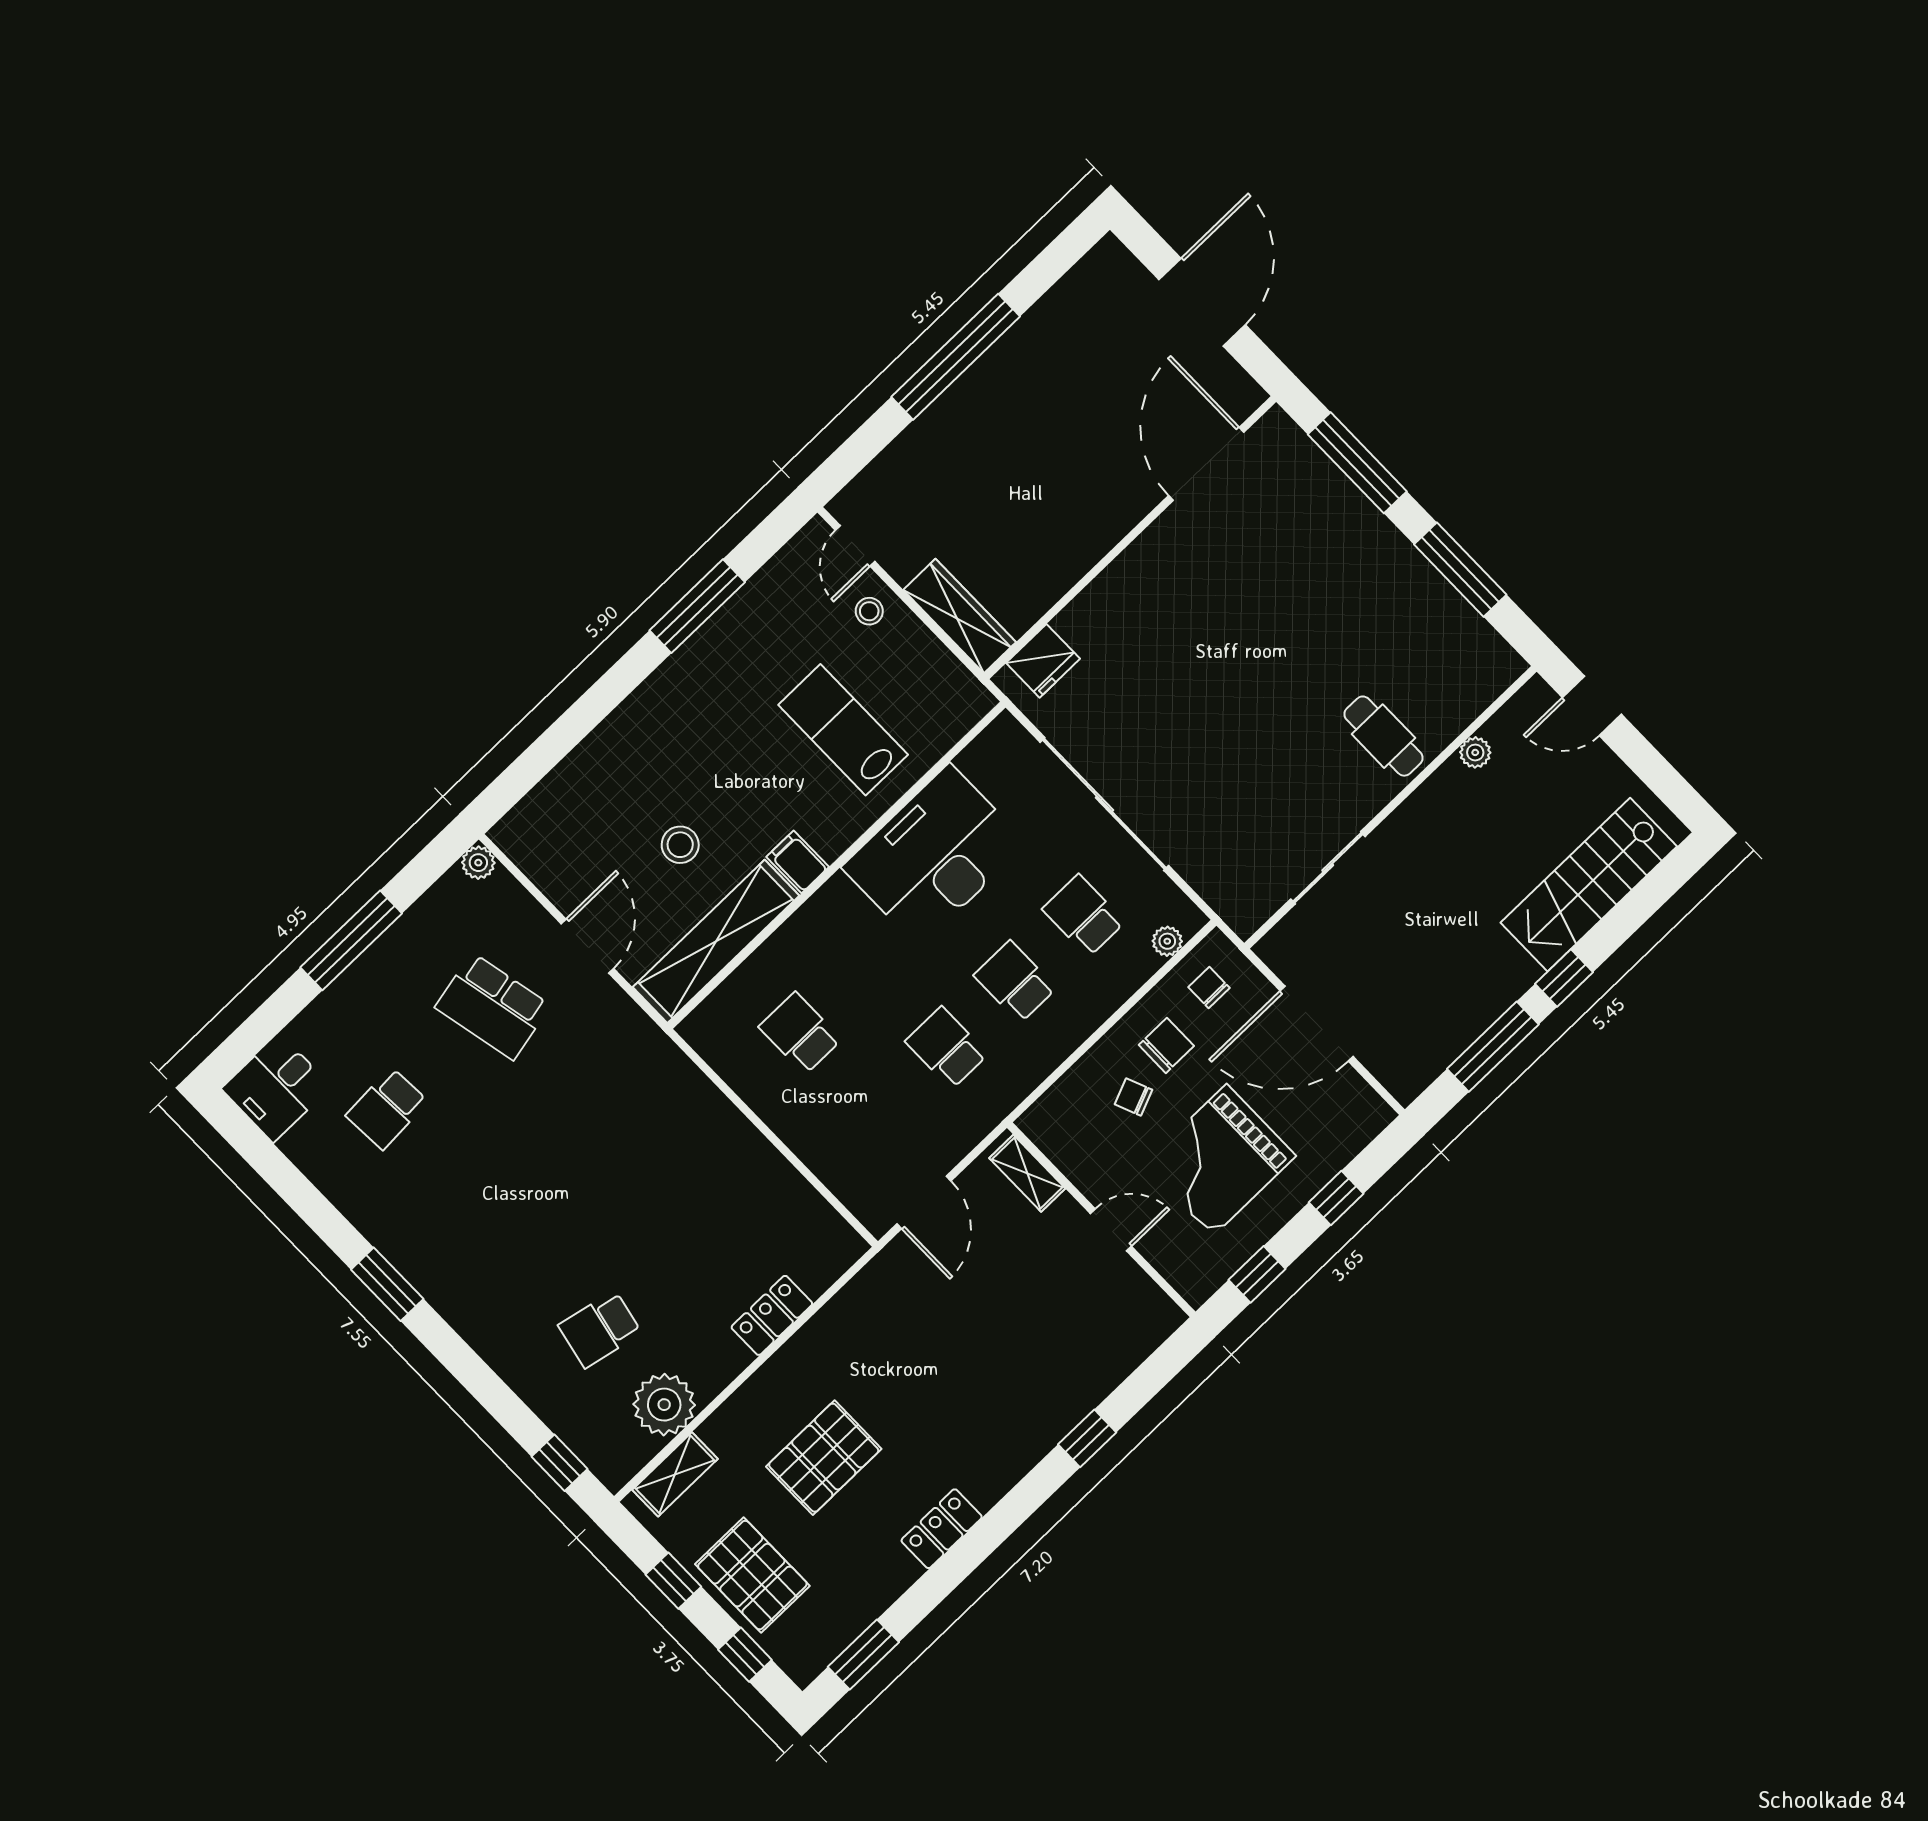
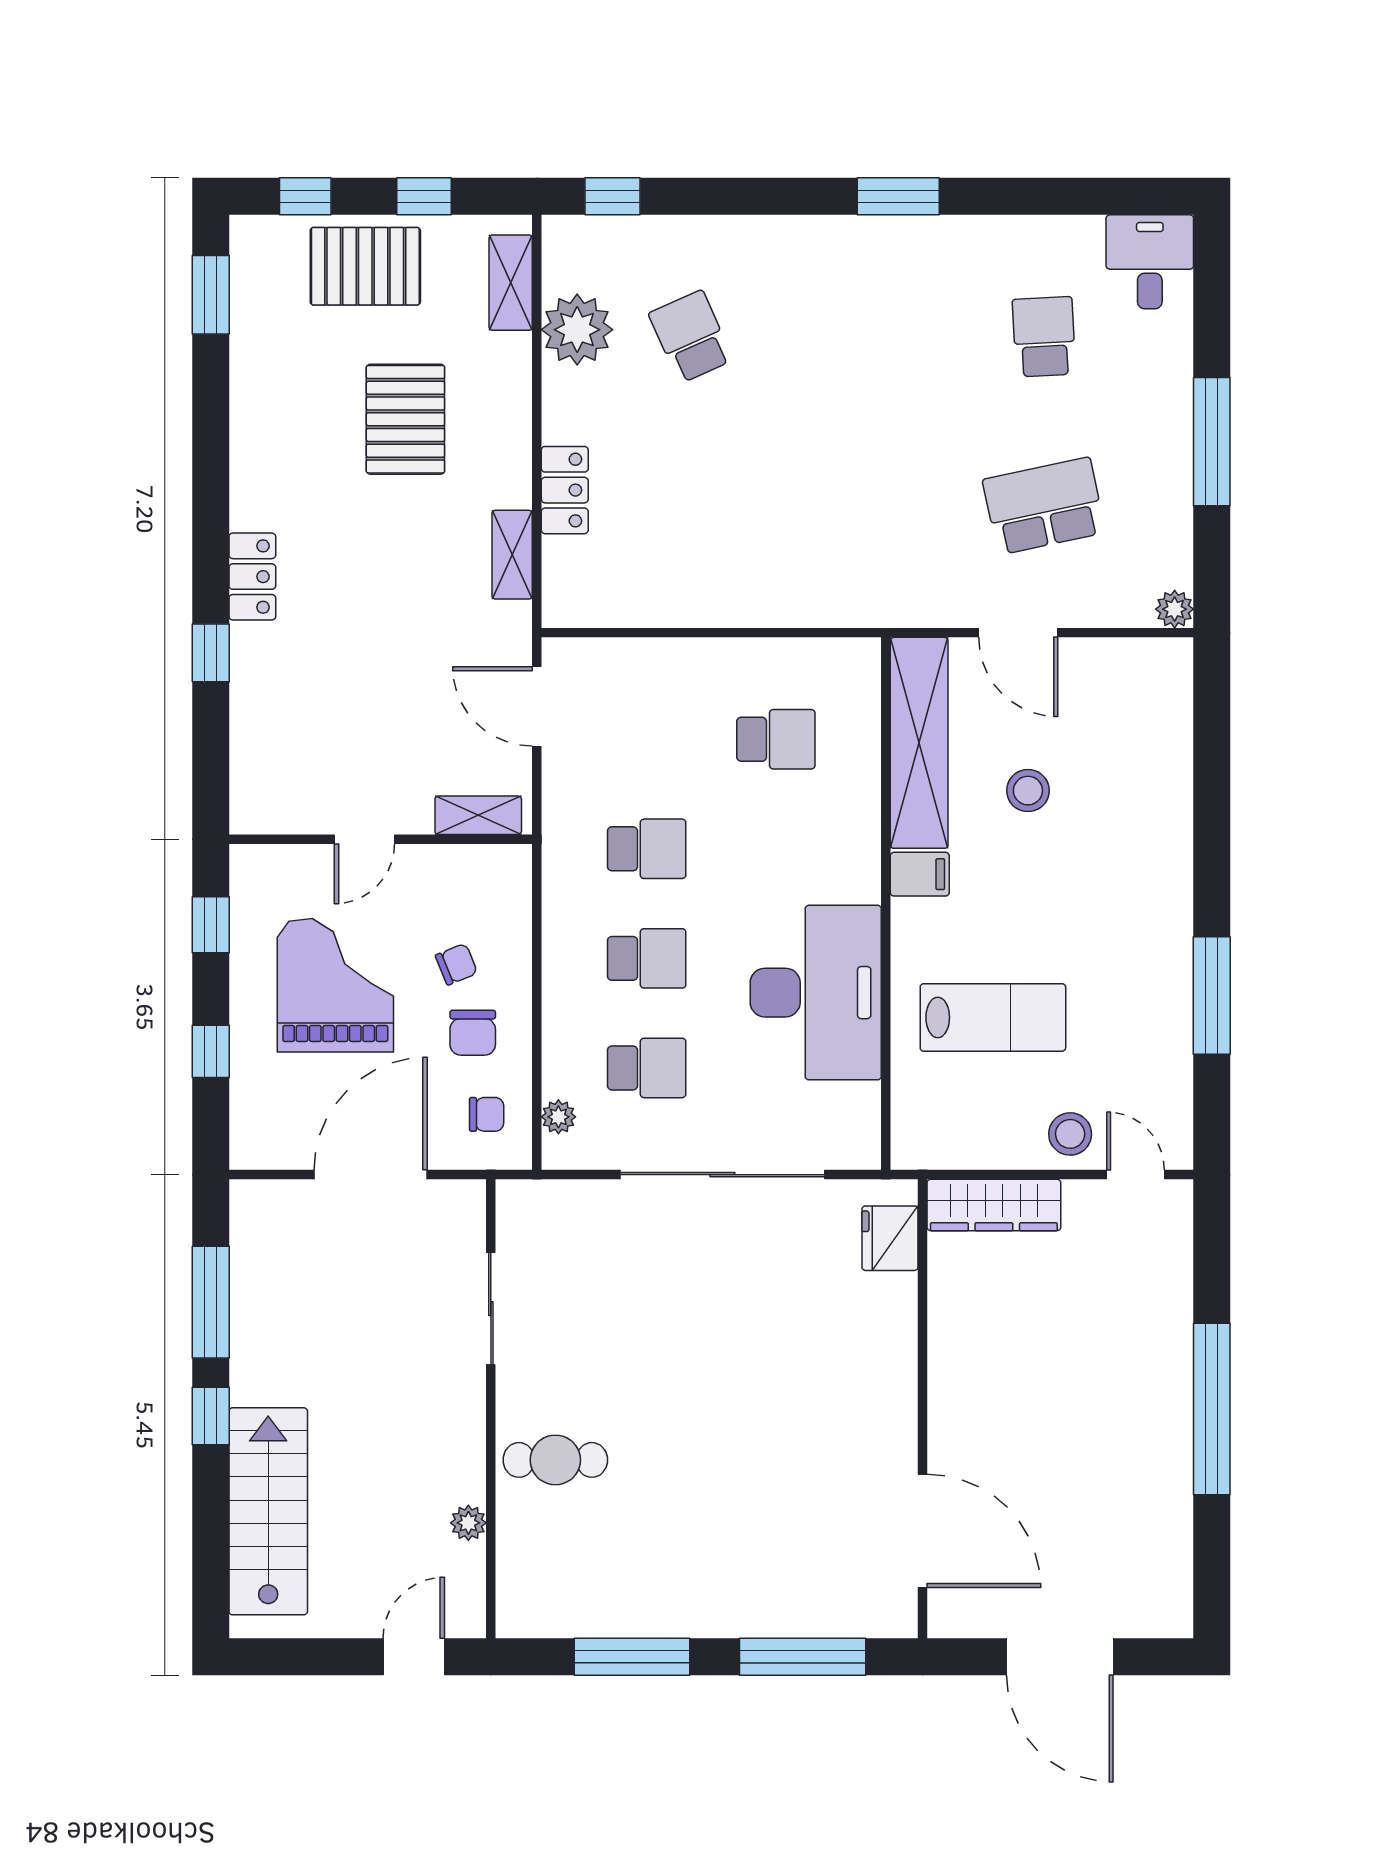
stool: (869, 611) -> (1070, 1134), width x1.37, depth x1.37
shelving: (844, 1309) -> (512, 555), added
school desk: (600, 1329) -> (691, 337), turned -36
locker: (942, 1529) -> (252, 577), moved

